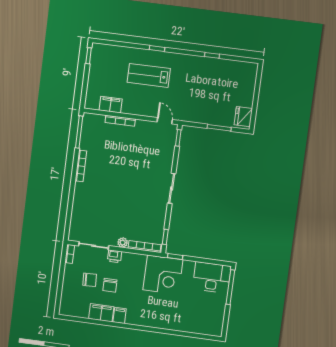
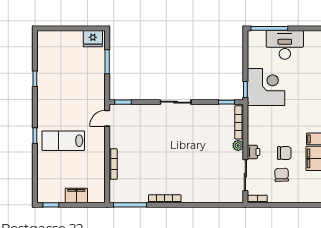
lab bench: (149, 75) -> (63, 141), turned 90
filing cabinet: (111, 105) -> (76, 196), moved, turned 90
corner desk: (163, 275) -> (266, 87), moved
desk: (212, 277) -> (285, 45), moved, turned 90

